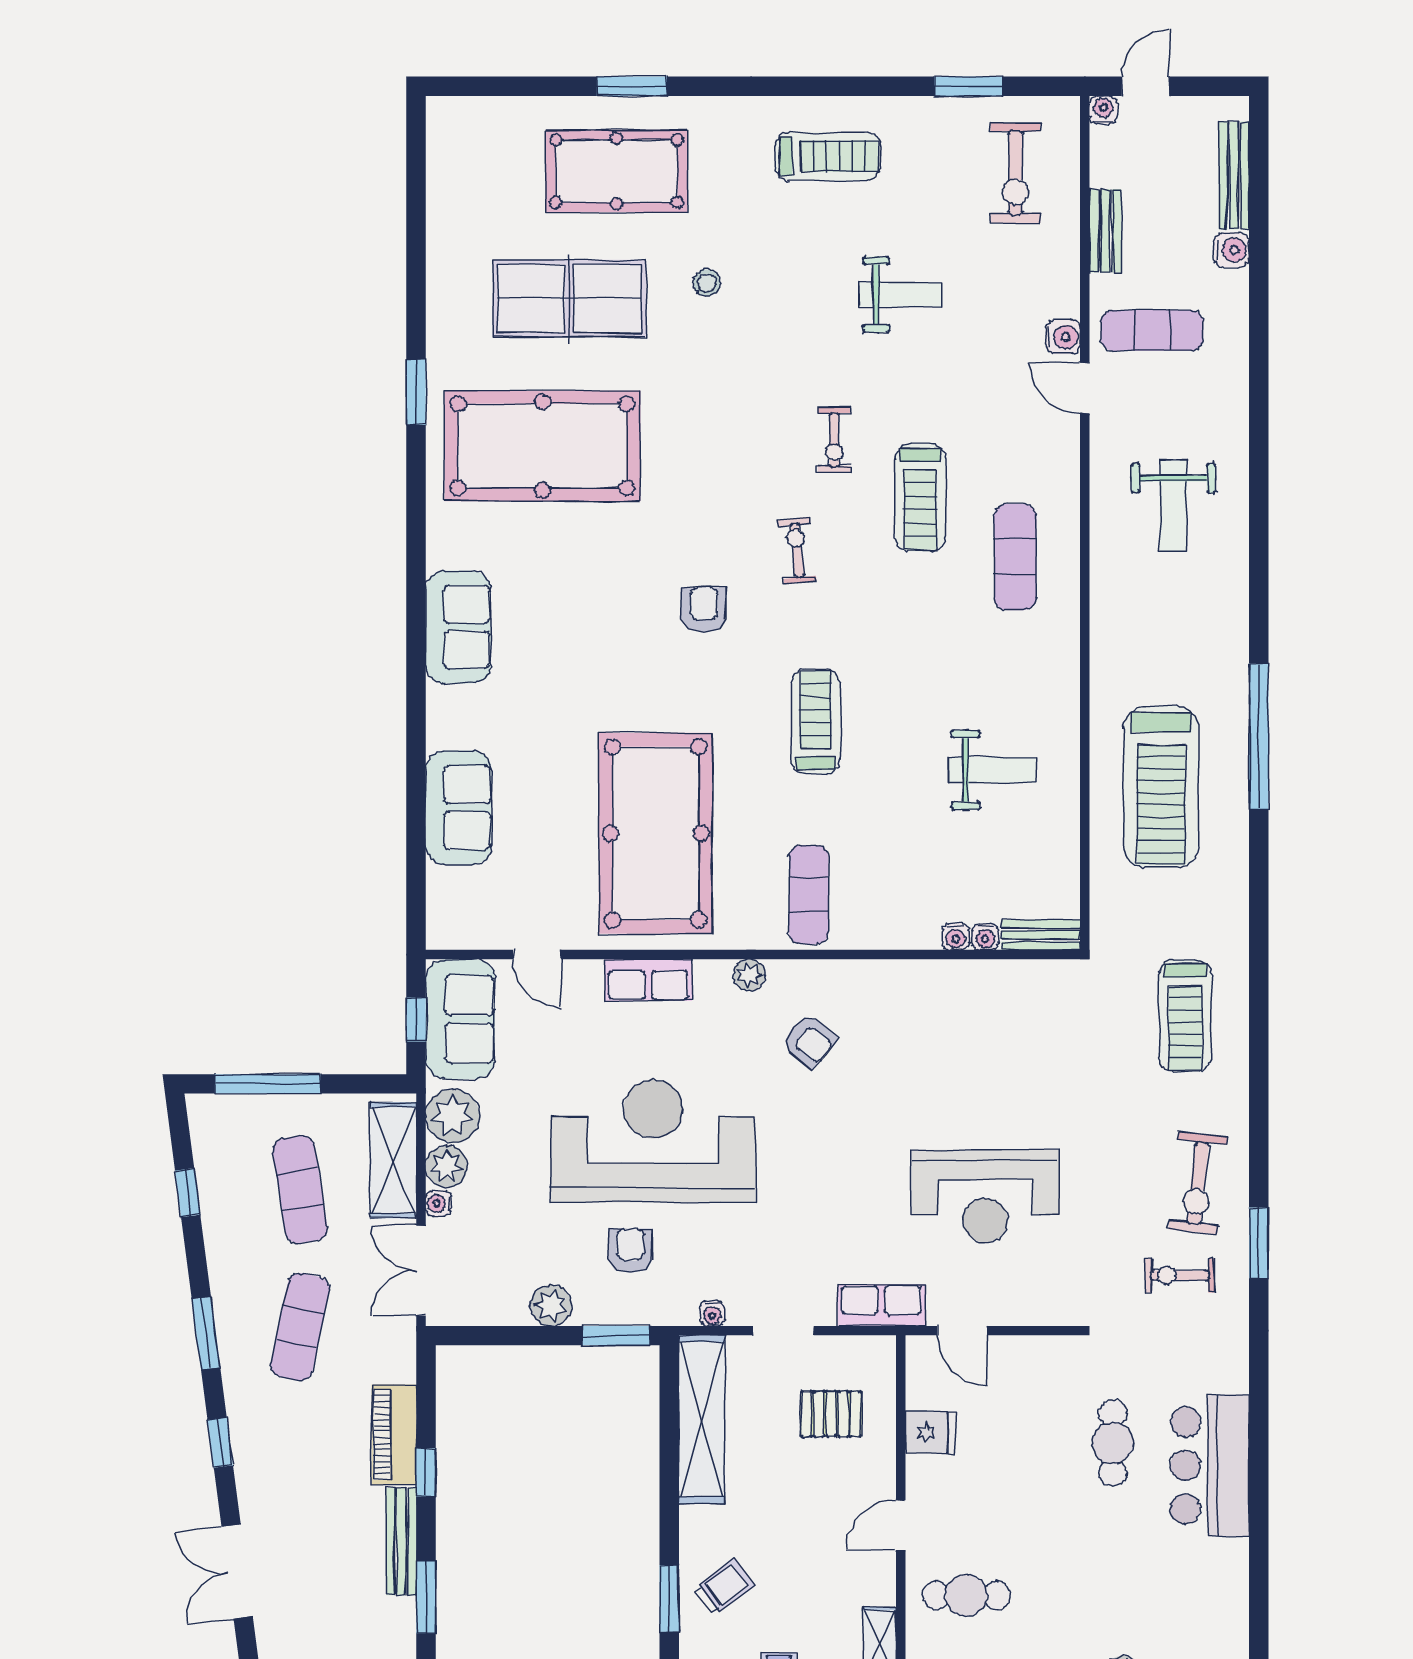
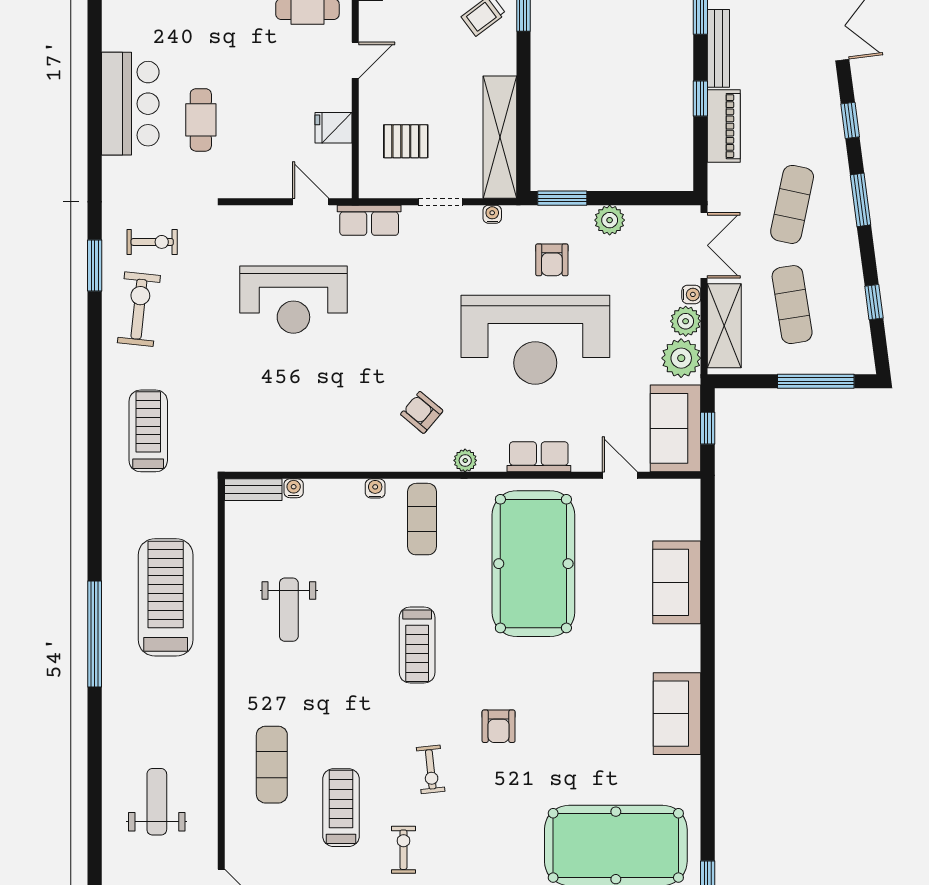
weight bench: (992, 770) -> (289, 610), turned -90
water cooler: (956, 937) -> (375, 488), moved
reception desk: (985, 1196) -> (293, 300), turned 180

